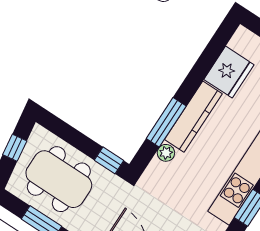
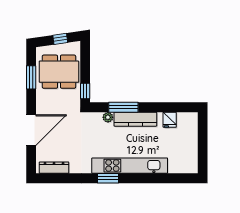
fridge: (229, 72) -> (170, 120), width x0.53, depth x0.75
dining table: (59, 179) -> (59, 72), turned 90

